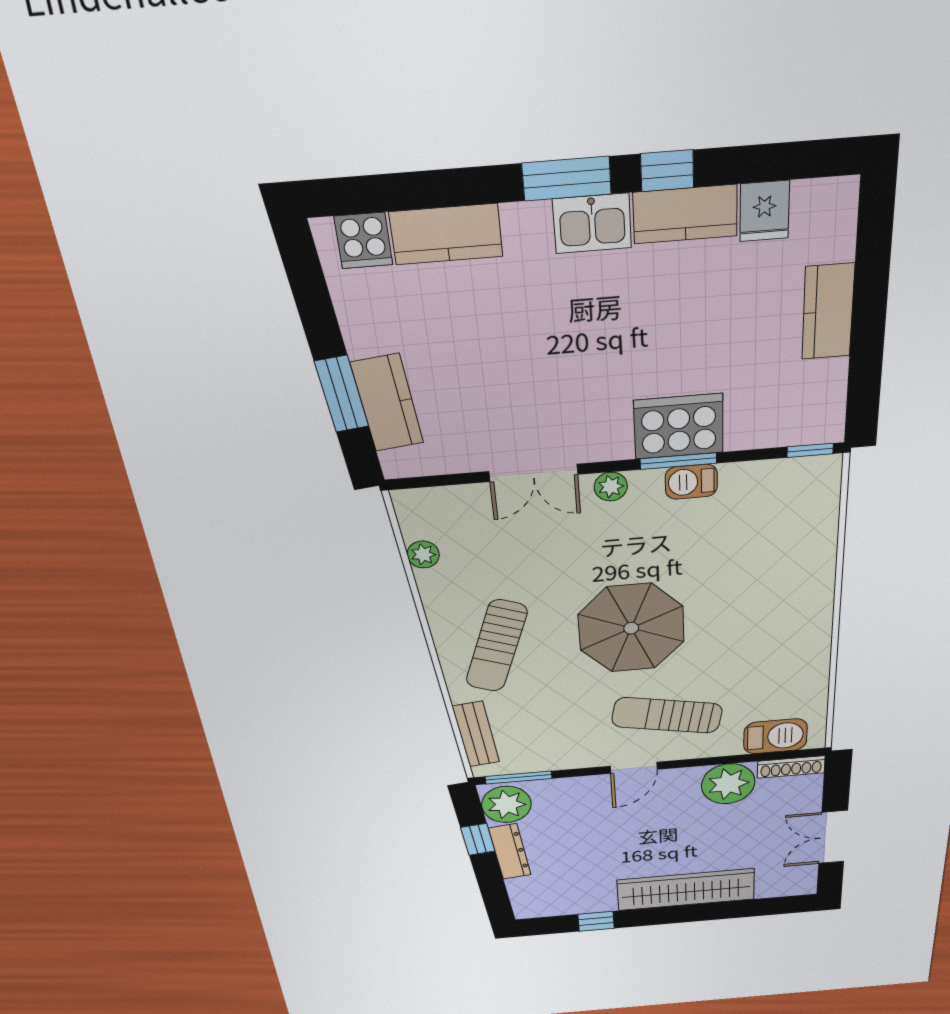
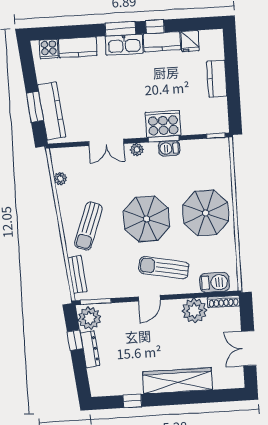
kitchen sink: (592, 223) -> (124, 45), width x1.38
kitchen counter: (387, 403) -> (52, 111), width x1.50
parasol: (769, 612) -> (206, 213), added

